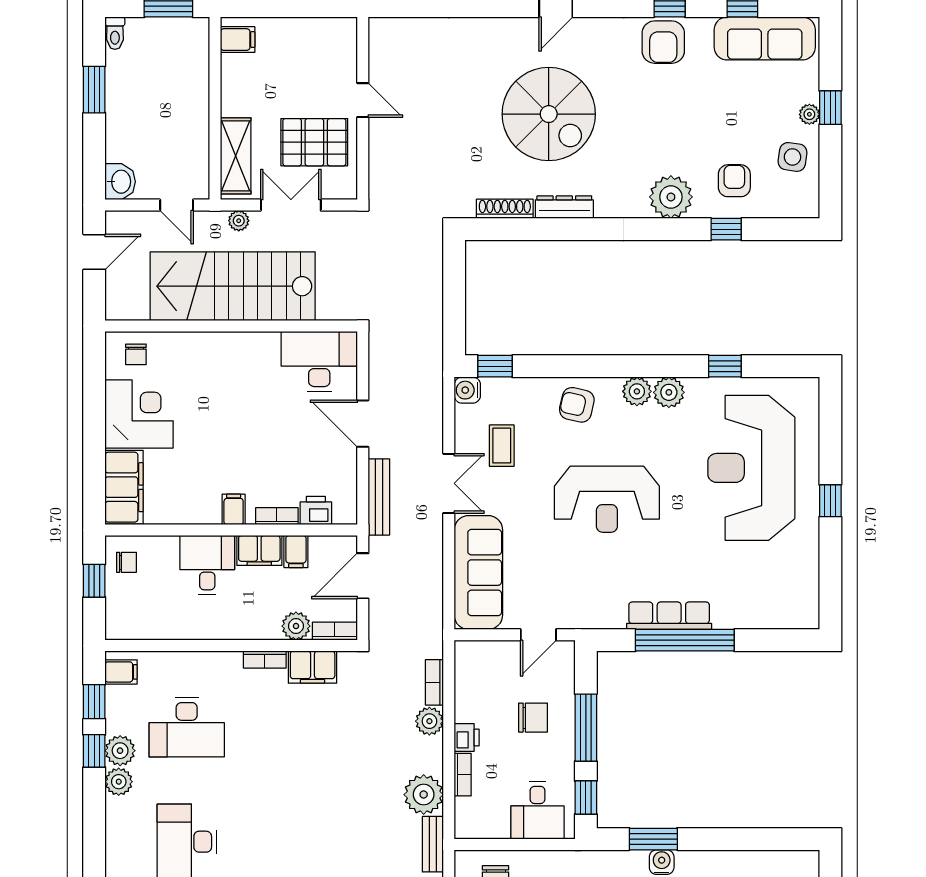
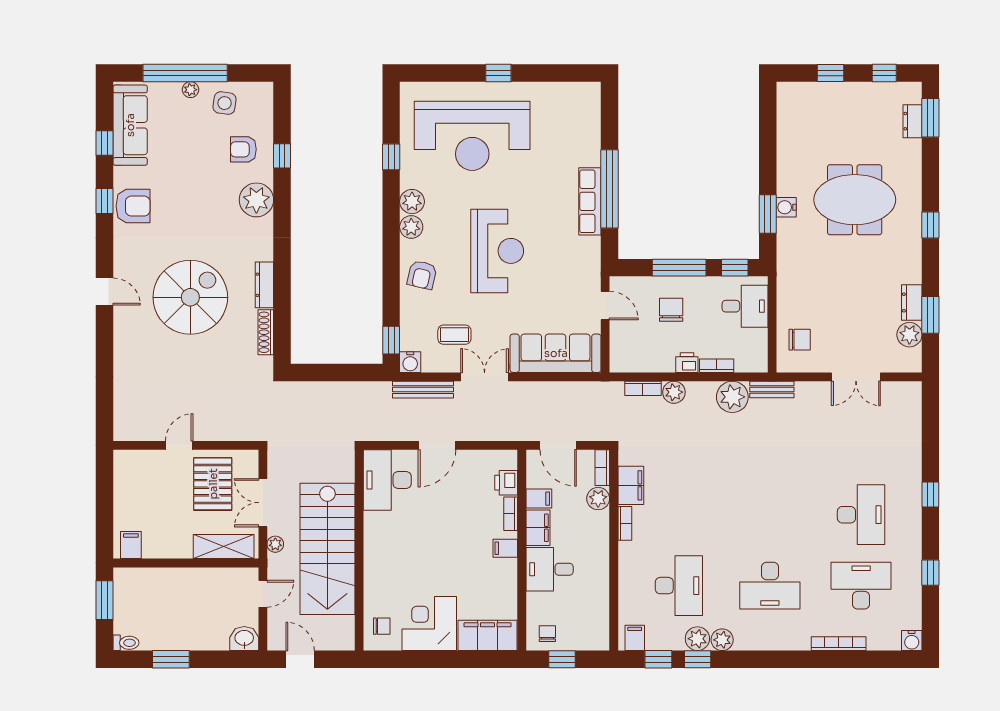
window: (830, 108) -> (185, 73), width x3.17
bench: (379, 497) -> (423, 390), moved

